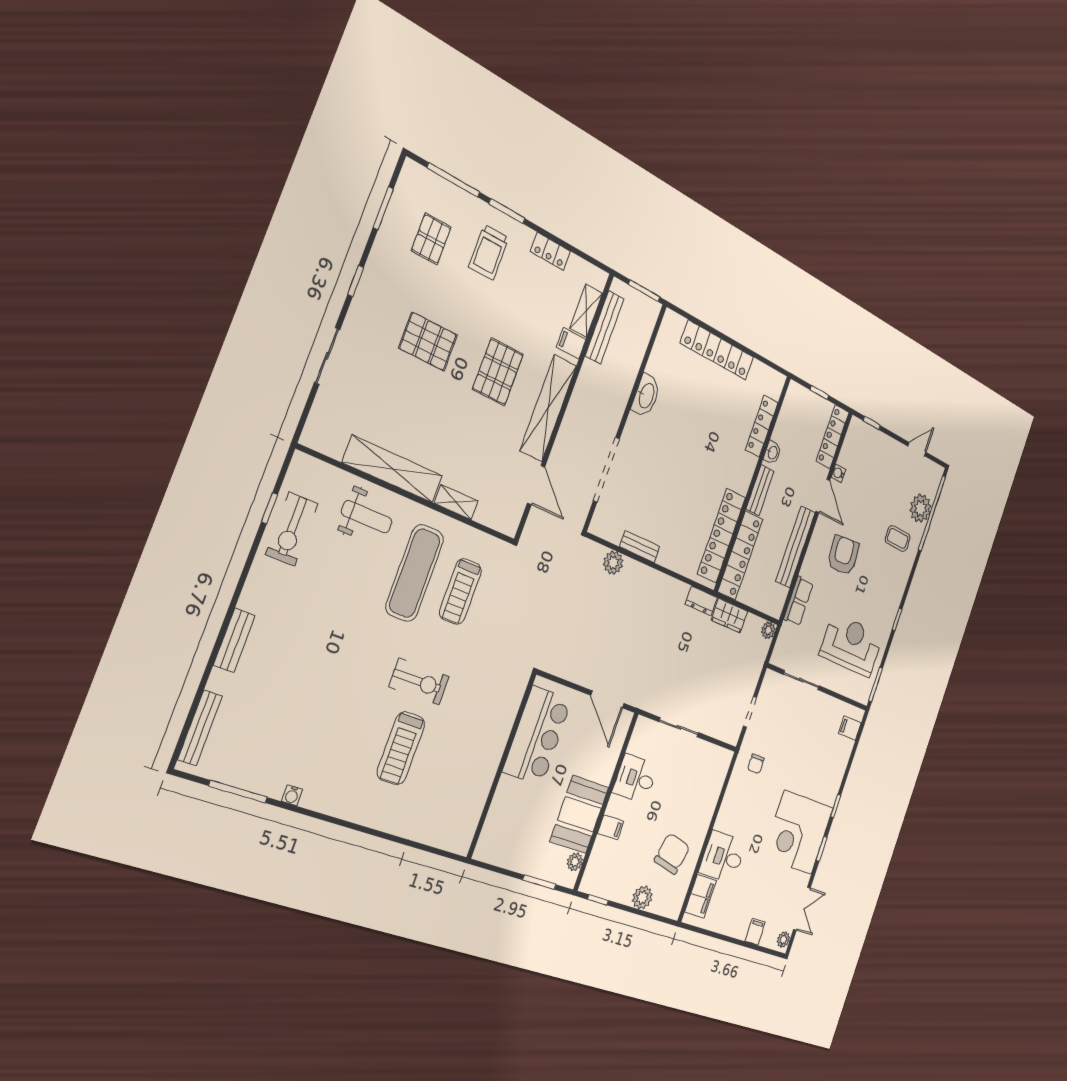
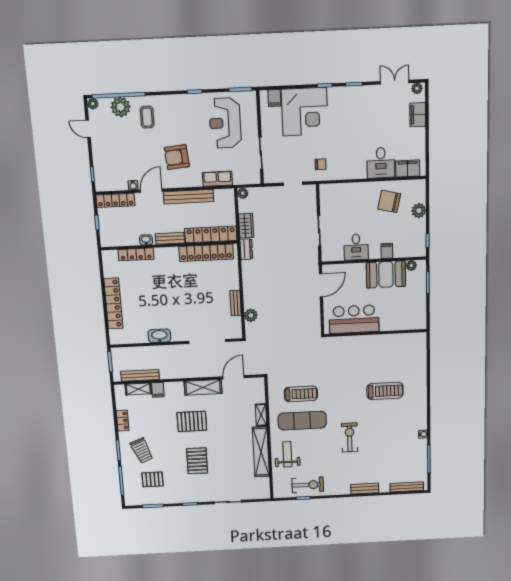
trolley: (489, 252) -> (142, 450), turned 68
shelving: (548, 408) -> (203, 387), width x0.68
plant: (937, 473) -> (93, 104), added
exercise bike: (419, 682) -> (350, 437), moved
corner desk: (798, 832) -> (305, 112), moved
filing cabinet: (755, 932) -> (418, 115), width x2.00

